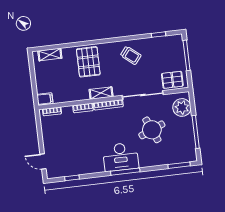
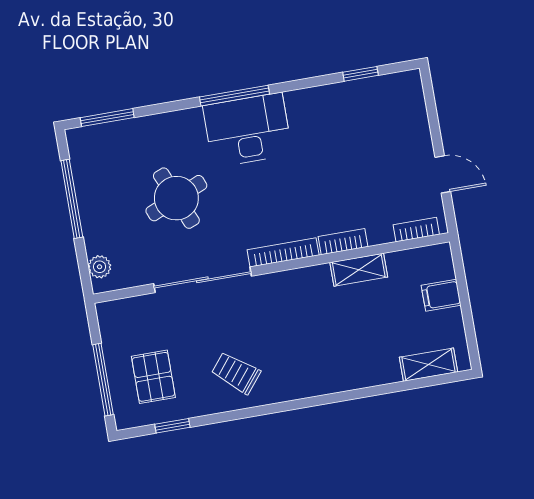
pallet: (88, 62) -> (336, 352), removed
pallet: (172, 80) -> (153, 377), moved, turned 90
shelving: (101, 93) -> (359, 270), moved
filing cabinet: (45, 99) -> (441, 295), moved
plant: (182, 107) -> (100, 267), width x0.53, depth x0.53
door: (43, 161) -> (443, 174), moved

